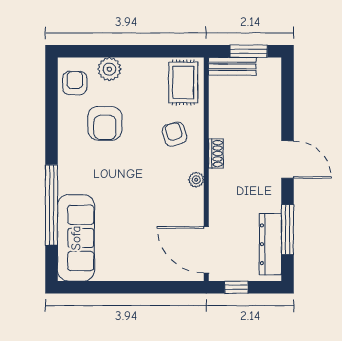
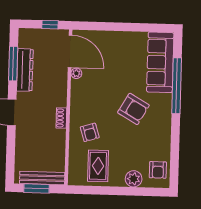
bench: (232, 66) -> (42, 178), width x1.36
rug: (183, 82) -> (98, 166), moved
armchair: (105, 123) -> (133, 109), moved, turned 120
plant: (196, 180) -> (76, 73), moved
dresser: (270, 244) -> (25, 70), moved

